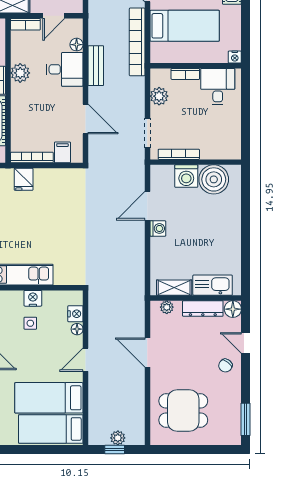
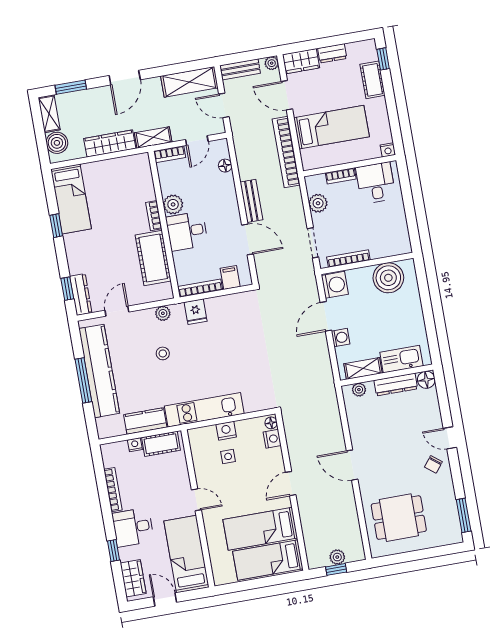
bench: (96, 66) -> (251, 201), moved
desk: (65, 69) -> (187, 231), moved, turned 180
washing machine: (186, 176) -> (335, 285), moved, turned -90
kitchen sink: (213, 285) -> (401, 359), moved
shelving: (174, 288) -> (363, 368), moved
wall: (196, 298) -> (387, 375), moved
plant: (167, 307) -> (359, 390), moved
dresser: (203, 309) -> (396, 385), moved
floor lamp: (233, 309) -> (426, 380), moved
floor lamp: (77, 329) -> (271, 423), moved

